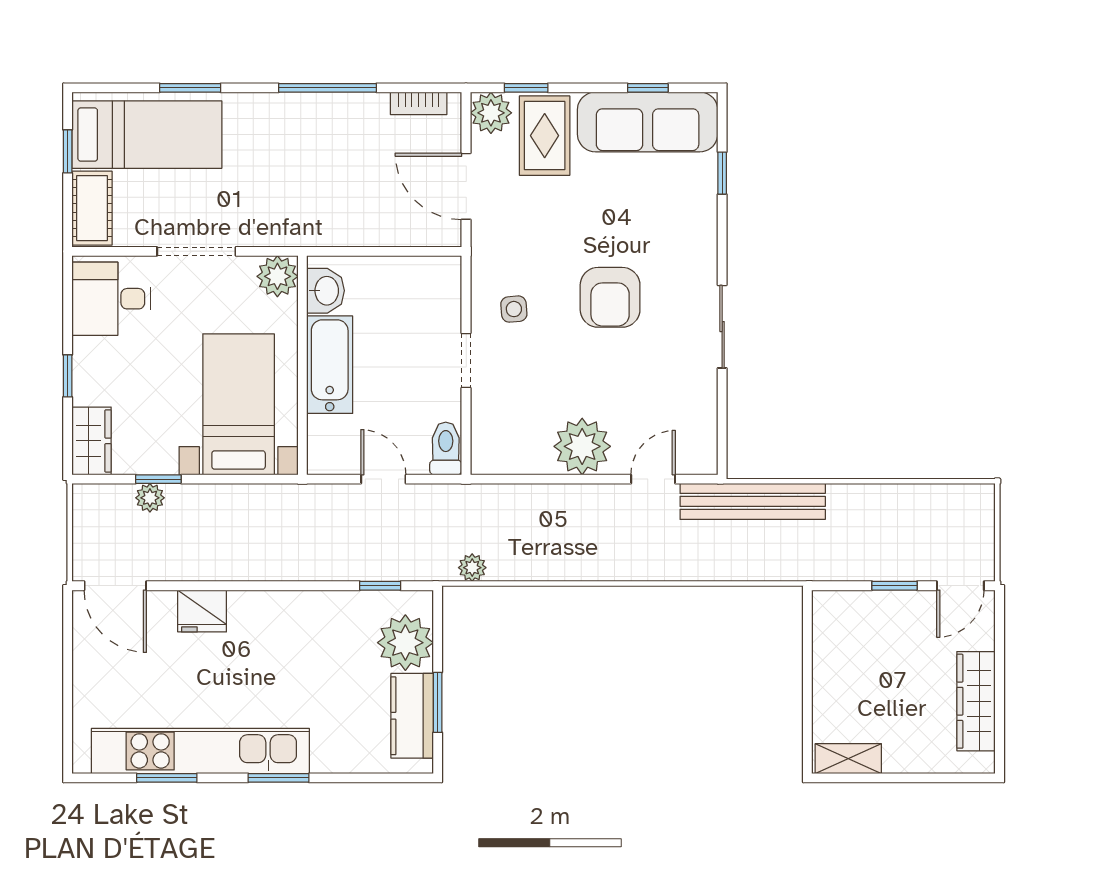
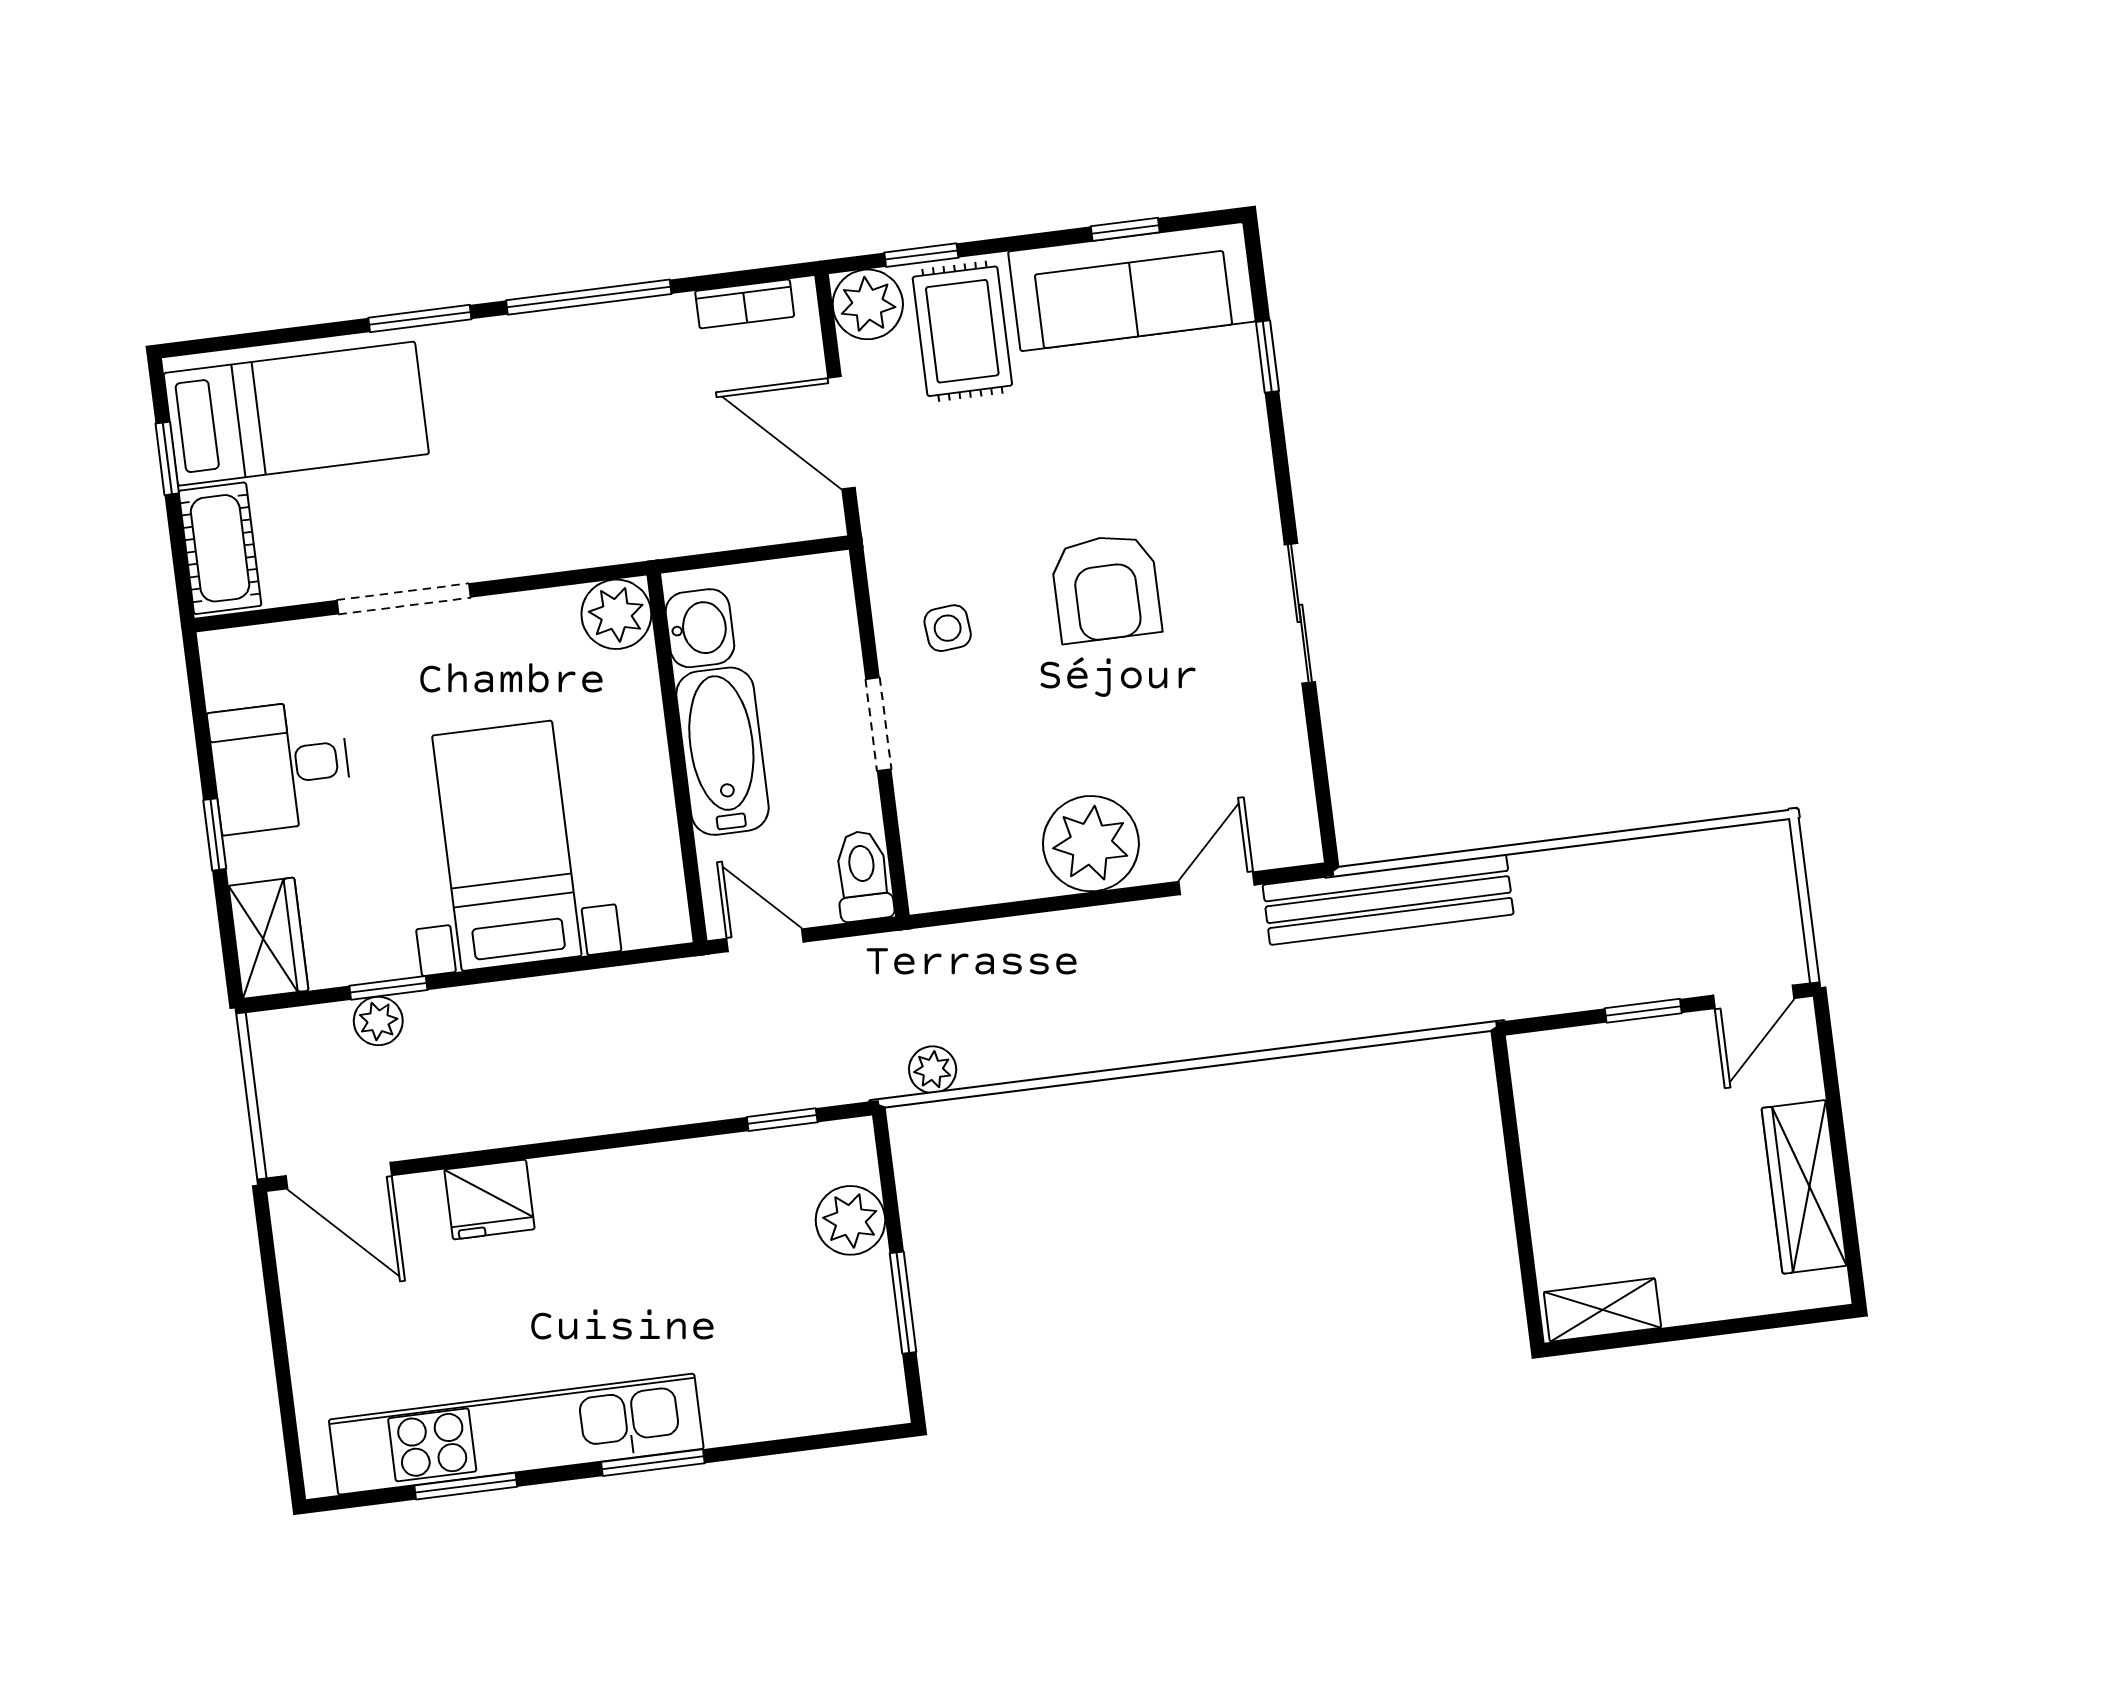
window: (190, 88) -> (420, 318), moved
plant: (277, 276) -> (616, 614), moved
washbasin: (326, 291) -> (700, 628), moved
desk: (111, 299) -> (281, 766), moved
wall: (302, 365) -> (677, 758), moved
bathtub: (330, 365) -> (722, 751), moved
plant: (405, 643) -> (850, 1220), width x0.73, depth x0.73
kitchen counter: (412, 716) -> (863, 1330), removed

